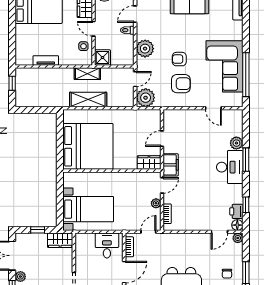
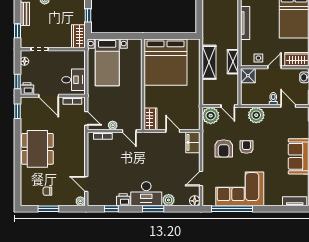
tv unit: (46, 60) -> (245, 23), width x1.41
filing cabinet: (171, 165) -> (193, 142), moved, turned 90
printer: (236, 211) -> (123, 200), moved
floor lamp: (237, 225) -> (195, 201), moved

